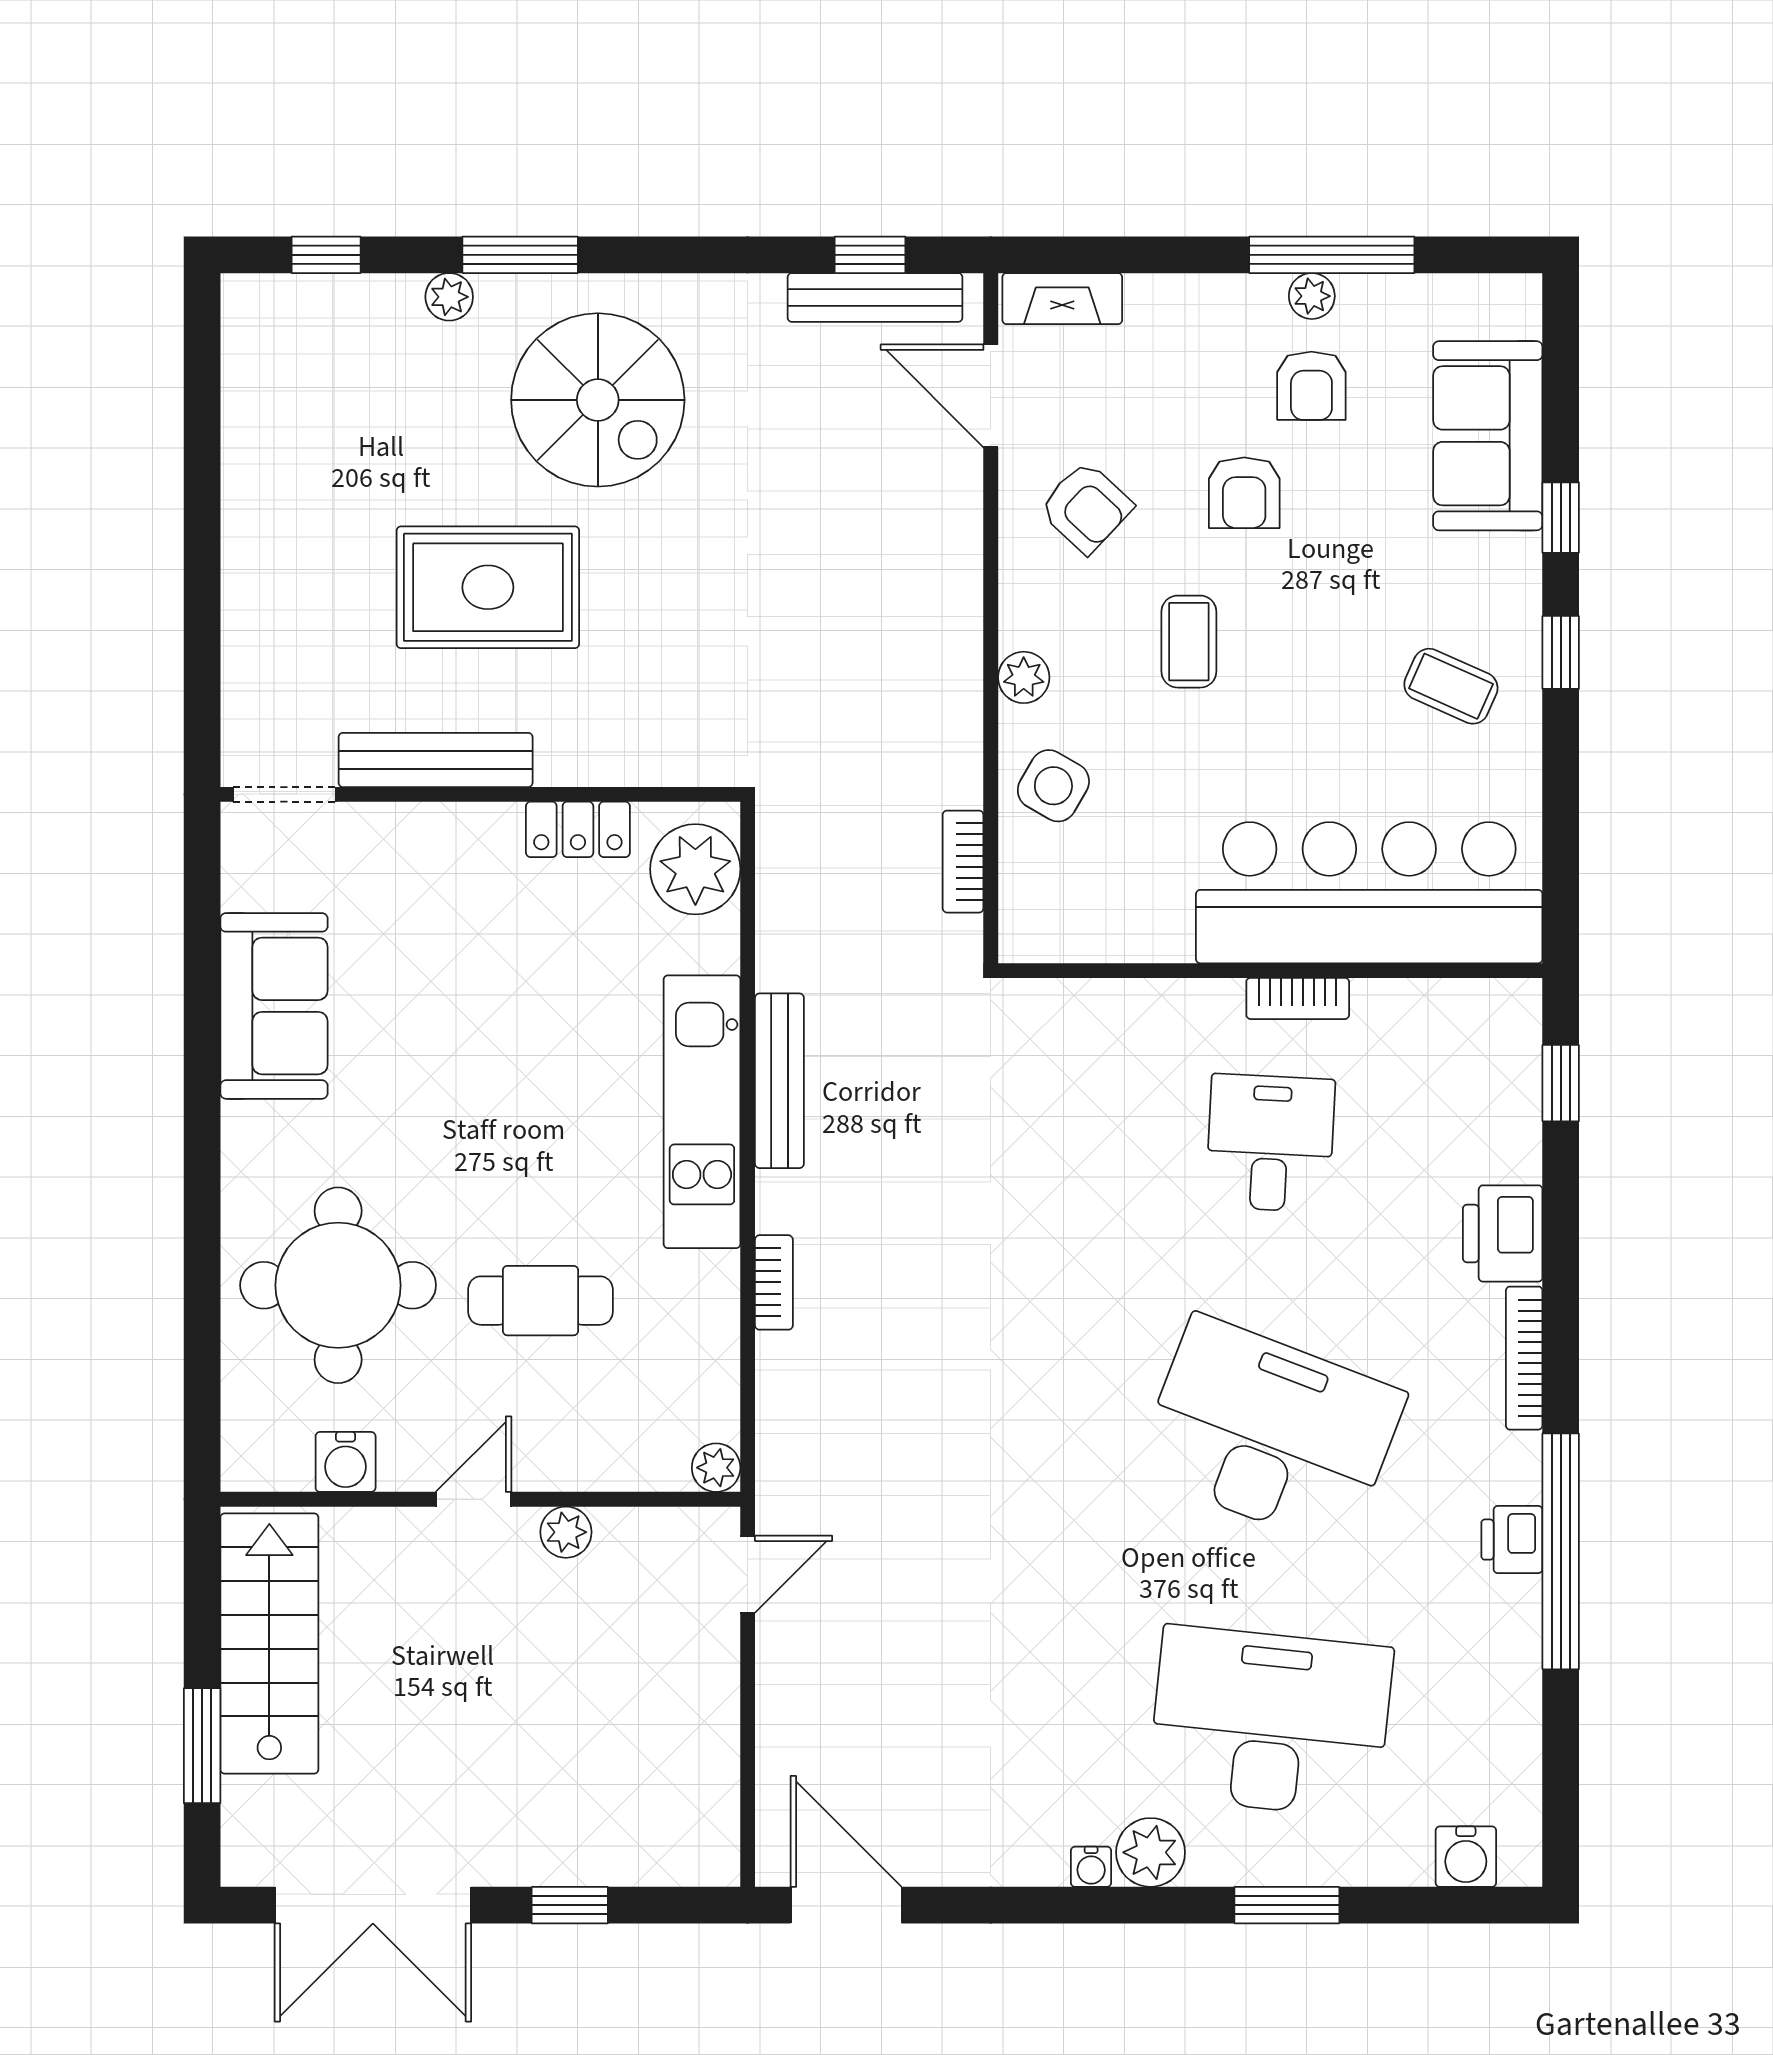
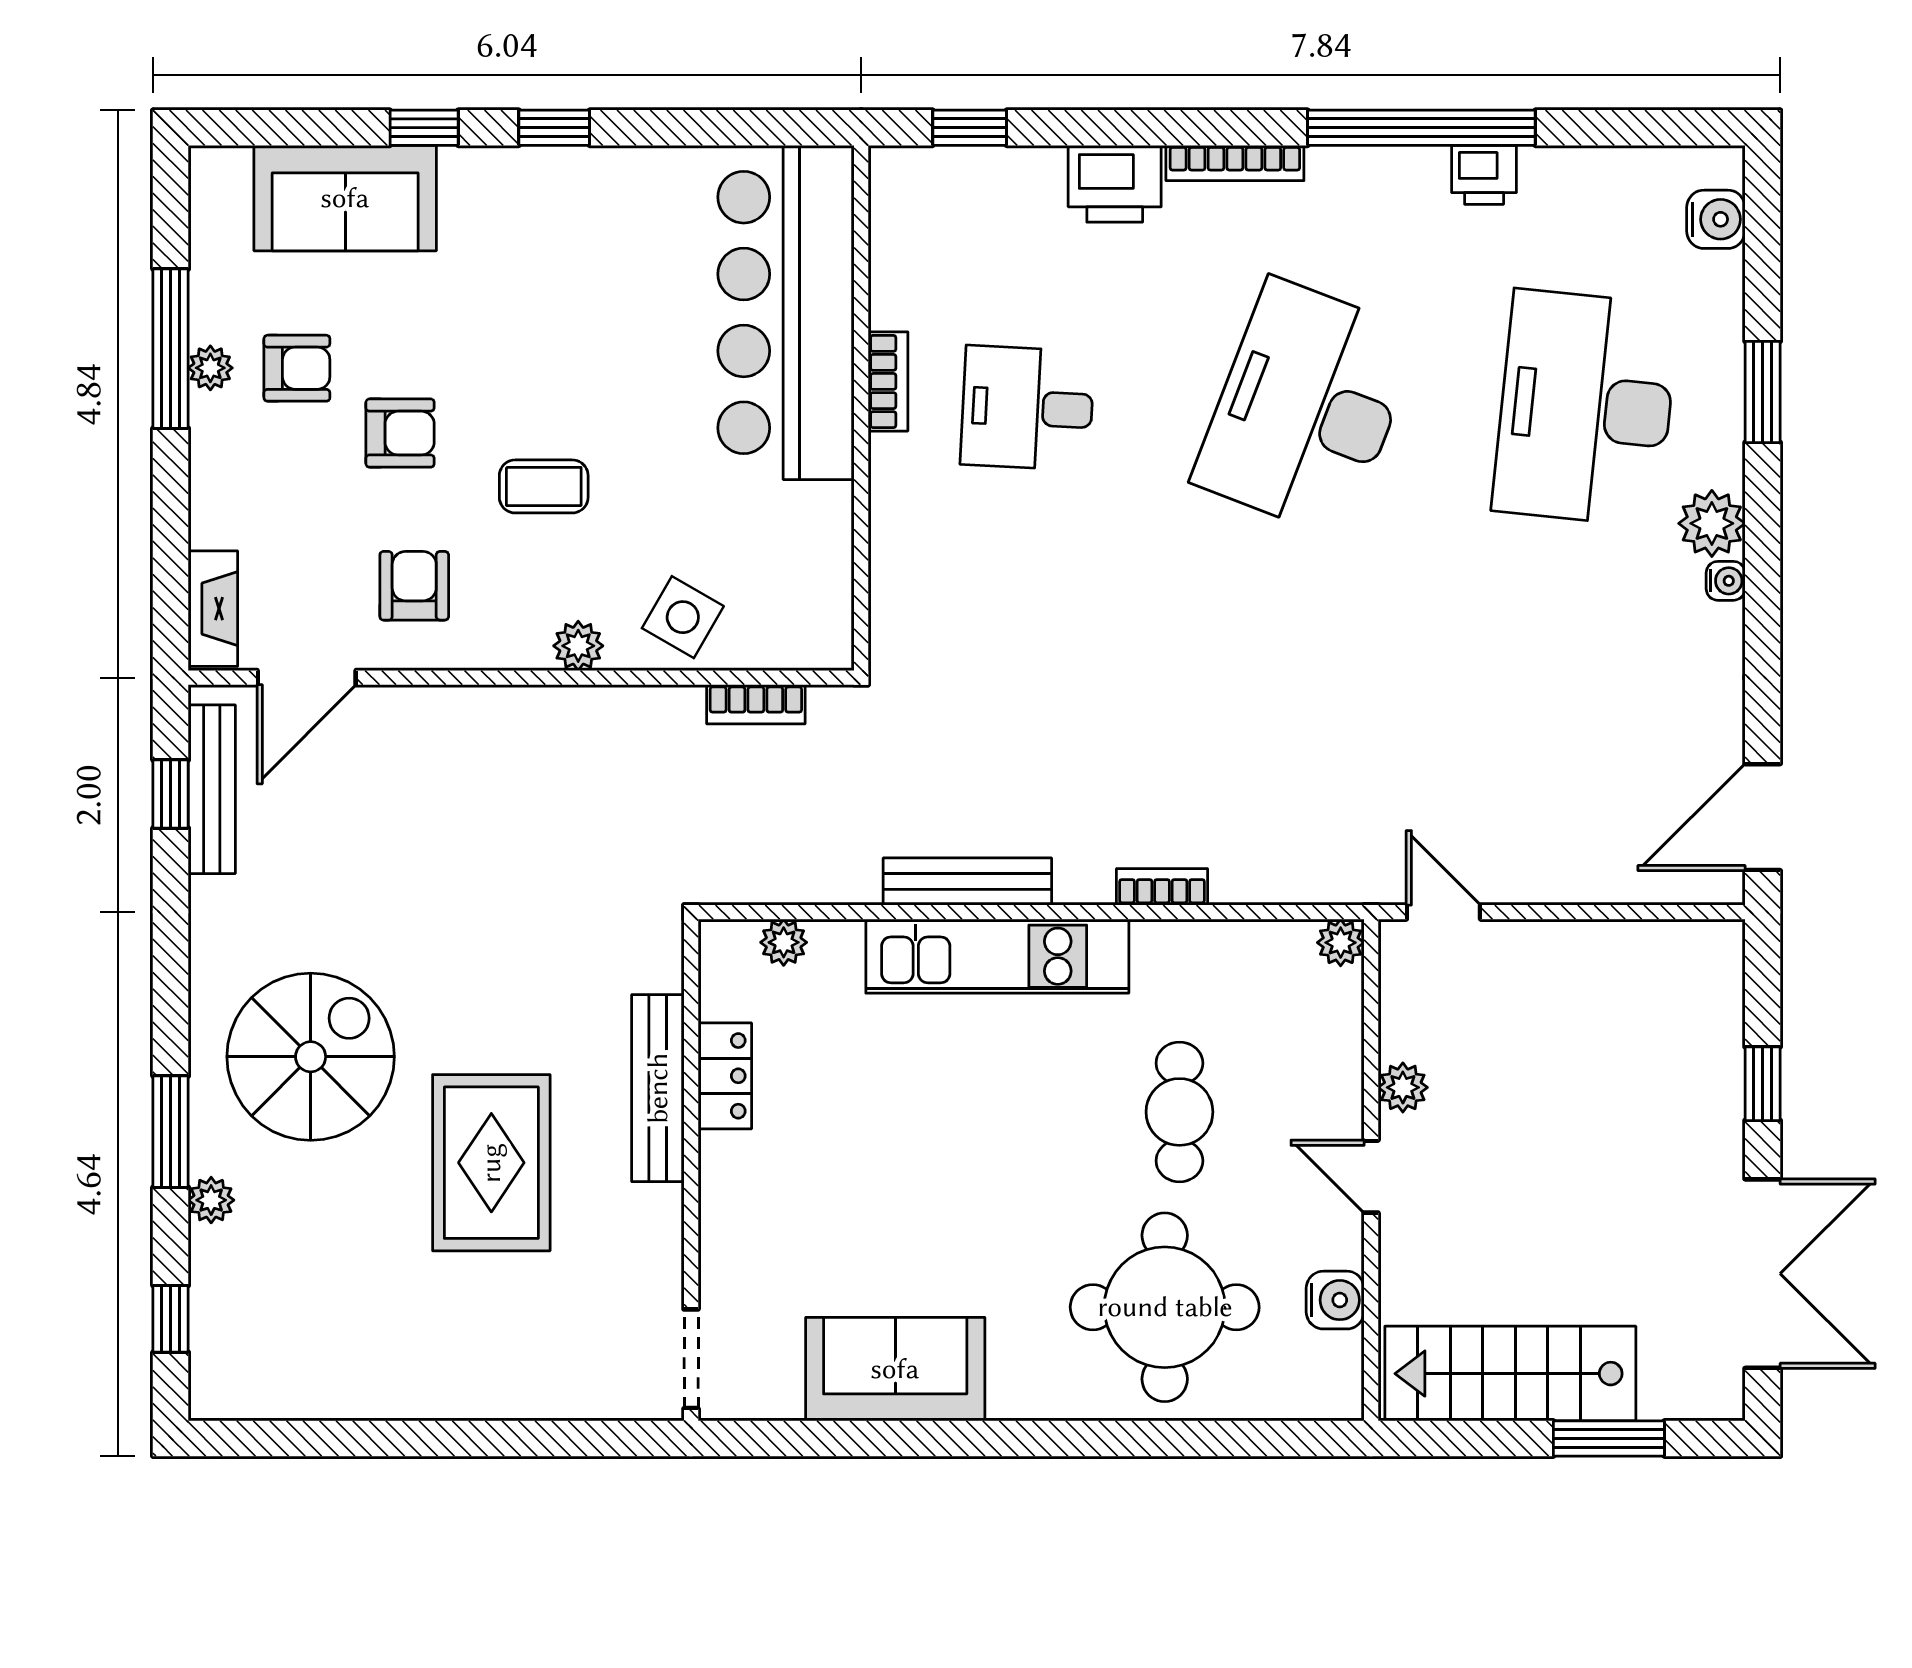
armchair: (1086, 507) -> (414, 586), turned -43
coffee table: (1451, 686) -> (587, 234), removed
bench: (436, 760) -> (658, 1088), moved
plant: (695, 869) -> (784, 942), width x0.53, depth x0.53
printer: (1512, 1540) -> (1484, 175), moved

